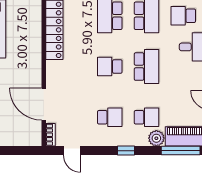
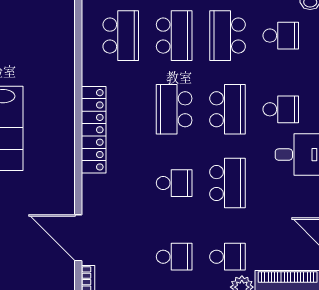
school desk: (183, 16) -> (281, 109), turned 180
school desk: (110, 67) -> (174, 183), turned 180

